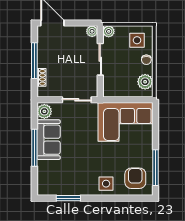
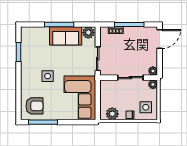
side table: (106, 184) -> (48, 76), moved

